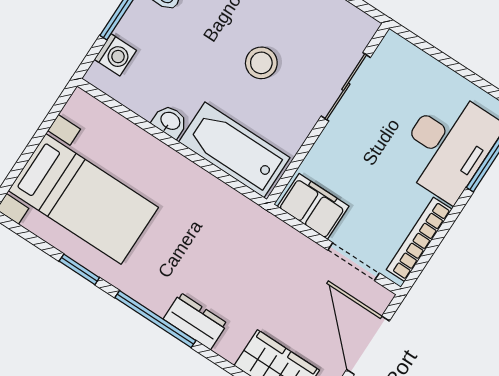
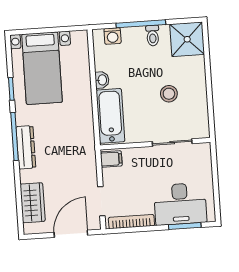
stool: (261, 63) -> (169, 94), moved
filing cabinet: (313, 206) -> (111, 159), width x0.50
dresser: (195, 321) -> (26, 147), width x1.44

